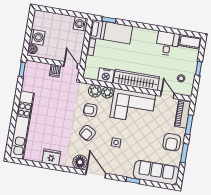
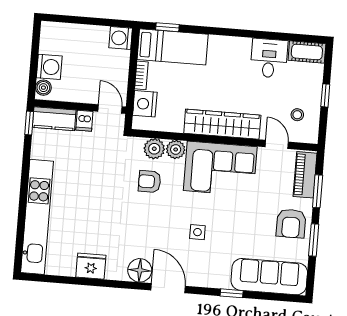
kitchen counter: (37, 68) -> (54, 119), added
nightstand: (106, 75) -> (145, 104), moved, turned 90
armchair: (87, 133) -> (148, 220), removed

